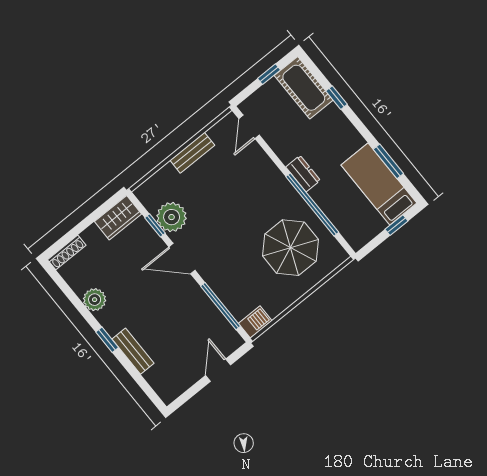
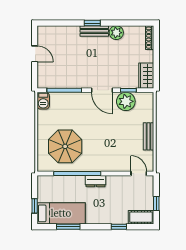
cot: (304, 88) -> (141, 217), width x0.73, depth x0.75
door: (182, 259) -> (102, 90), swing flipped
bench: (133, 351) -> (94, 31), moved
door: (218, 370) -> (35, 54), moved

